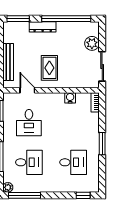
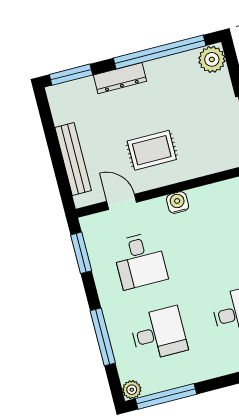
plant: (92, 43) -> (212, 59), moved
rug: (49, 68) -> (152, 150), turned 90
water cooler: (70, 98) -> (178, 203), moved

